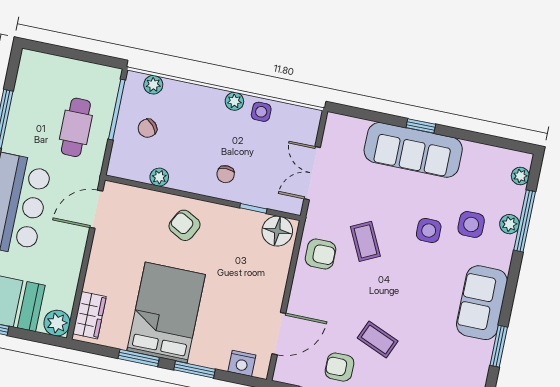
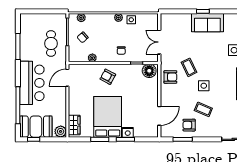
sofa: (413, 150) -> (207, 23), width x0.73
side table: (429, 231) -> (204, 86), moved
nightstand: (242, 363) -> (128, 132), moved

